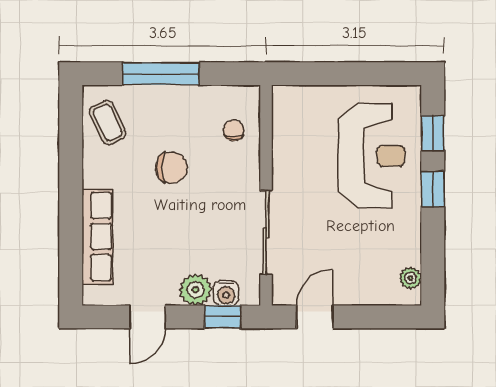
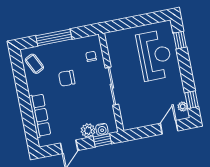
chair: (172, 168) -> (67, 78), turned 180
window: (433, 189) -> (192, 100), moved
sliding door: (266, 233) -> (112, 86), moved
door: (315, 317) -> (169, 127), moved

